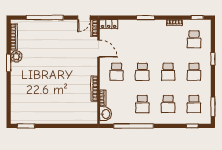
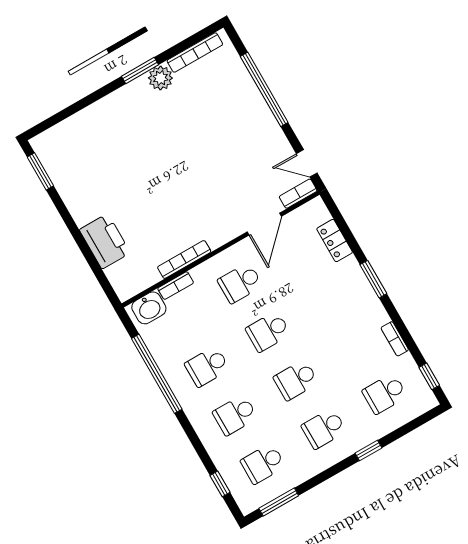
locker: (109, 24) -> (335, 241), moved
printer: (69, 116) -> (105, 241), added

